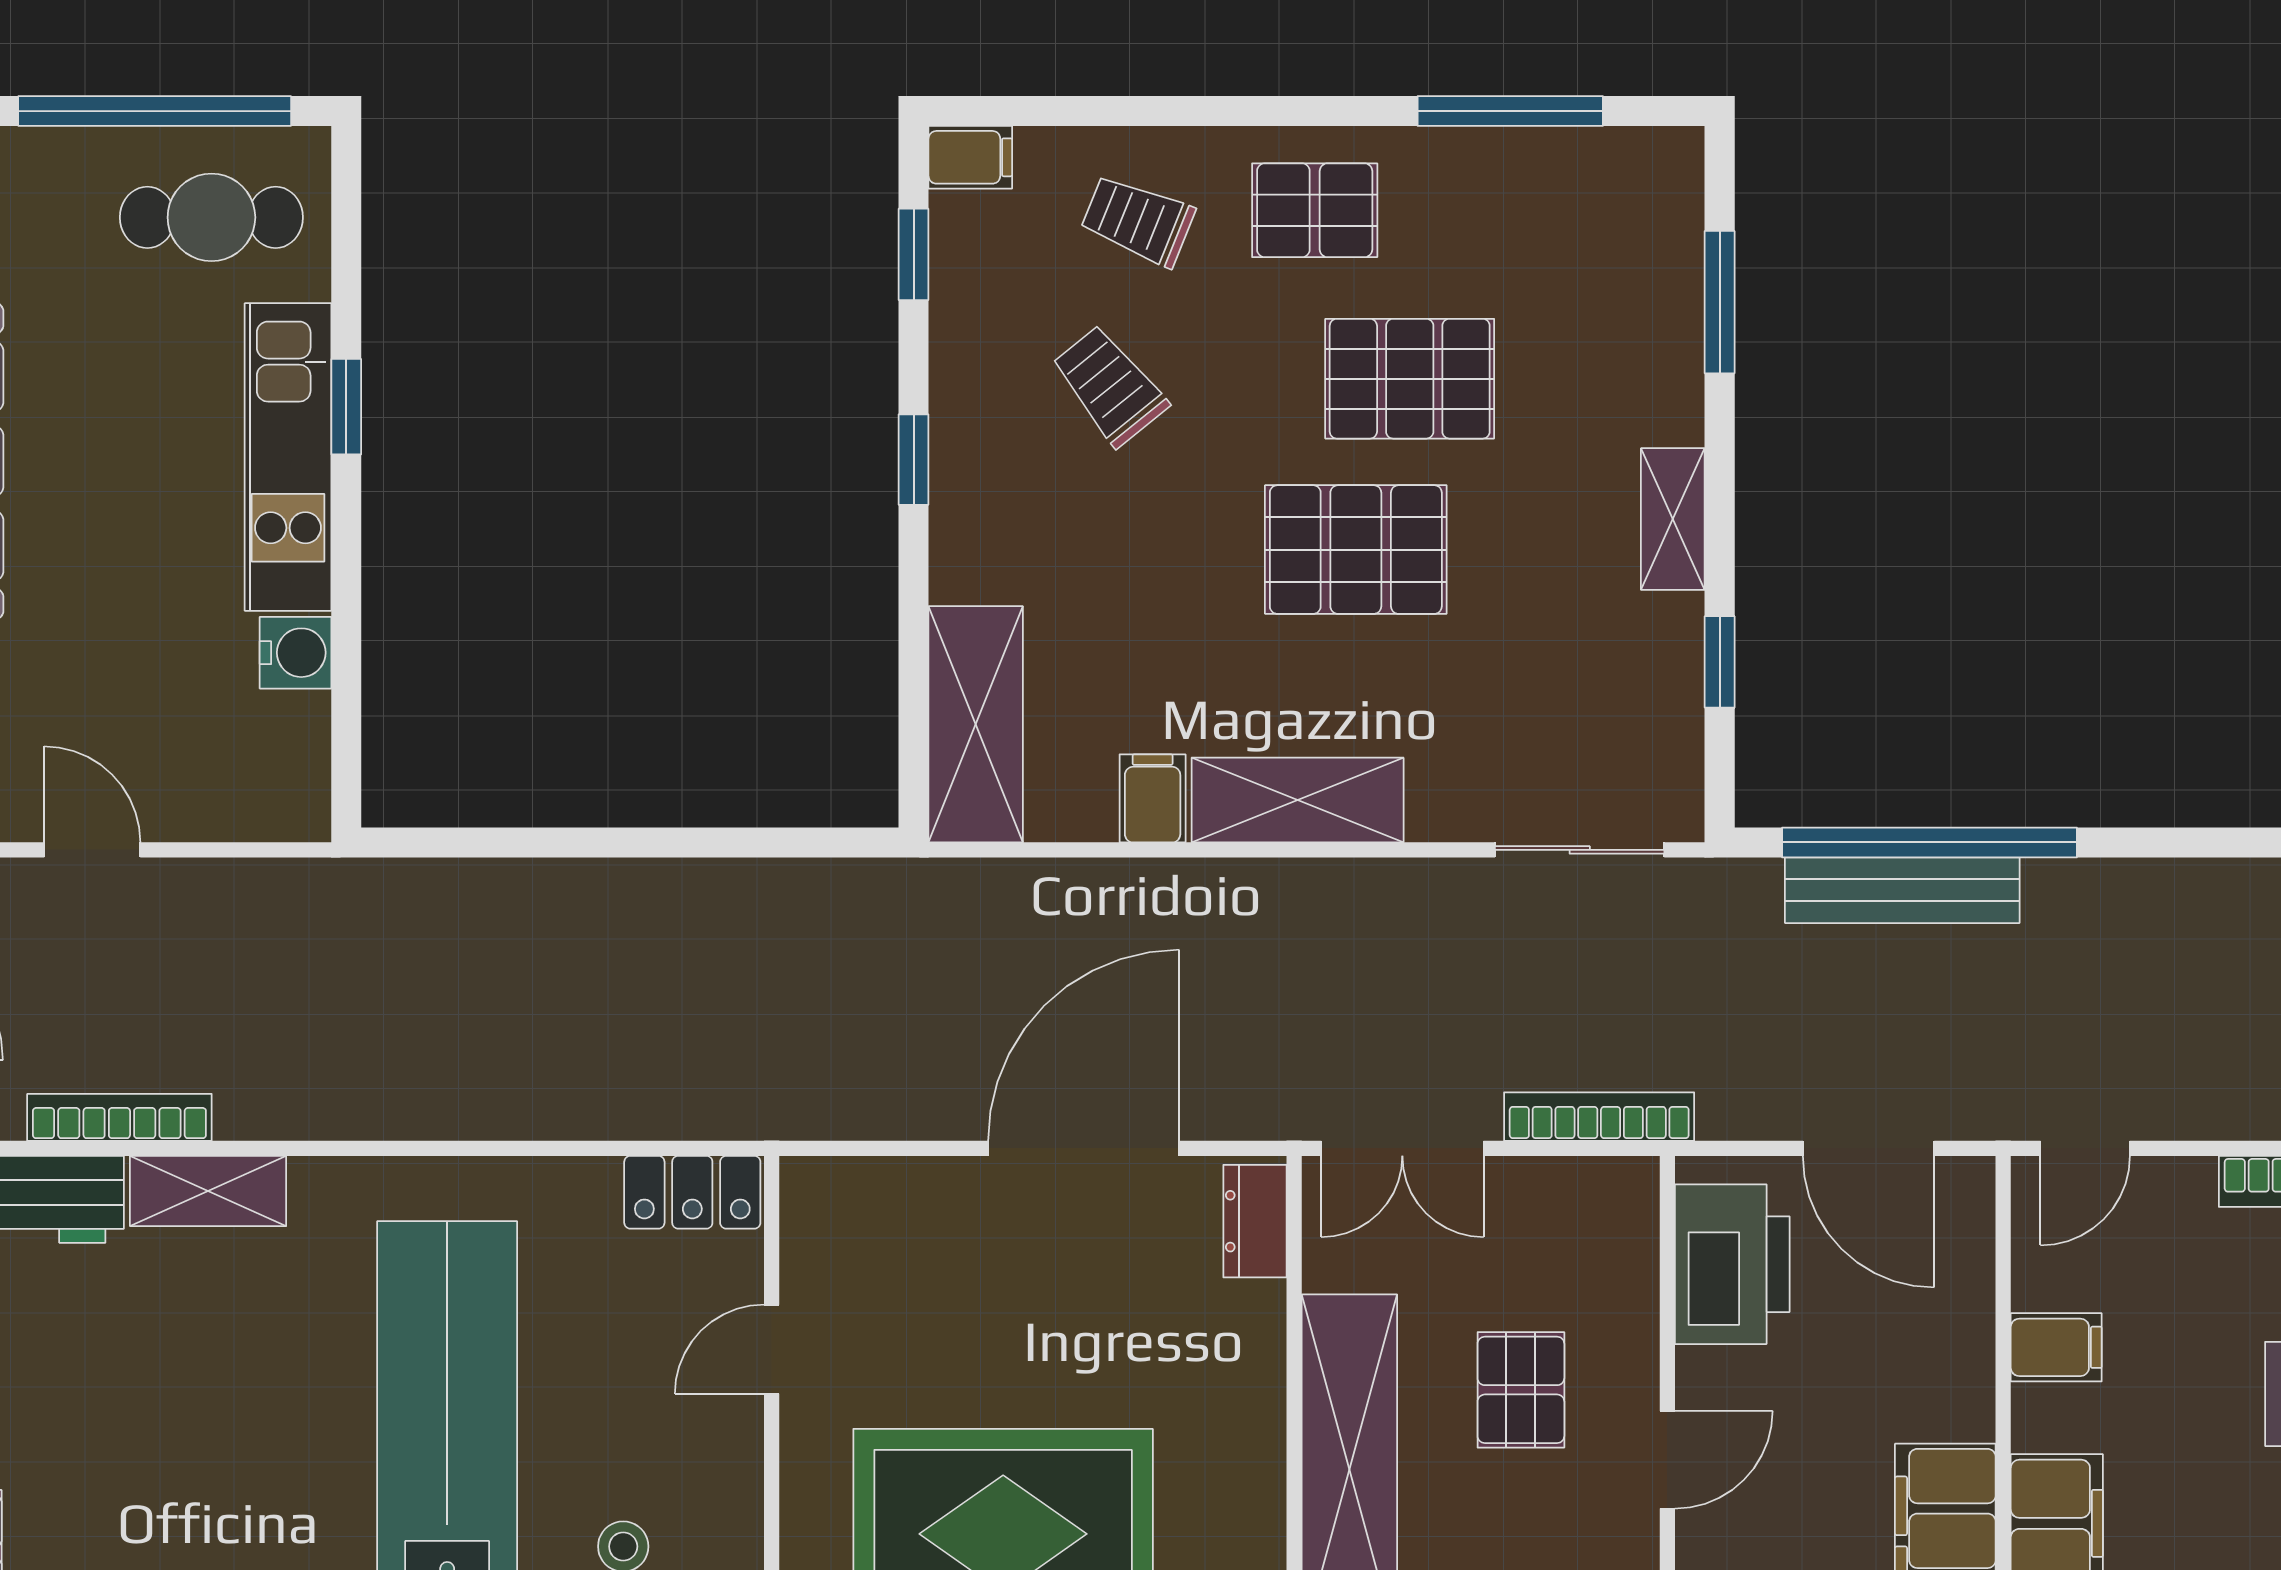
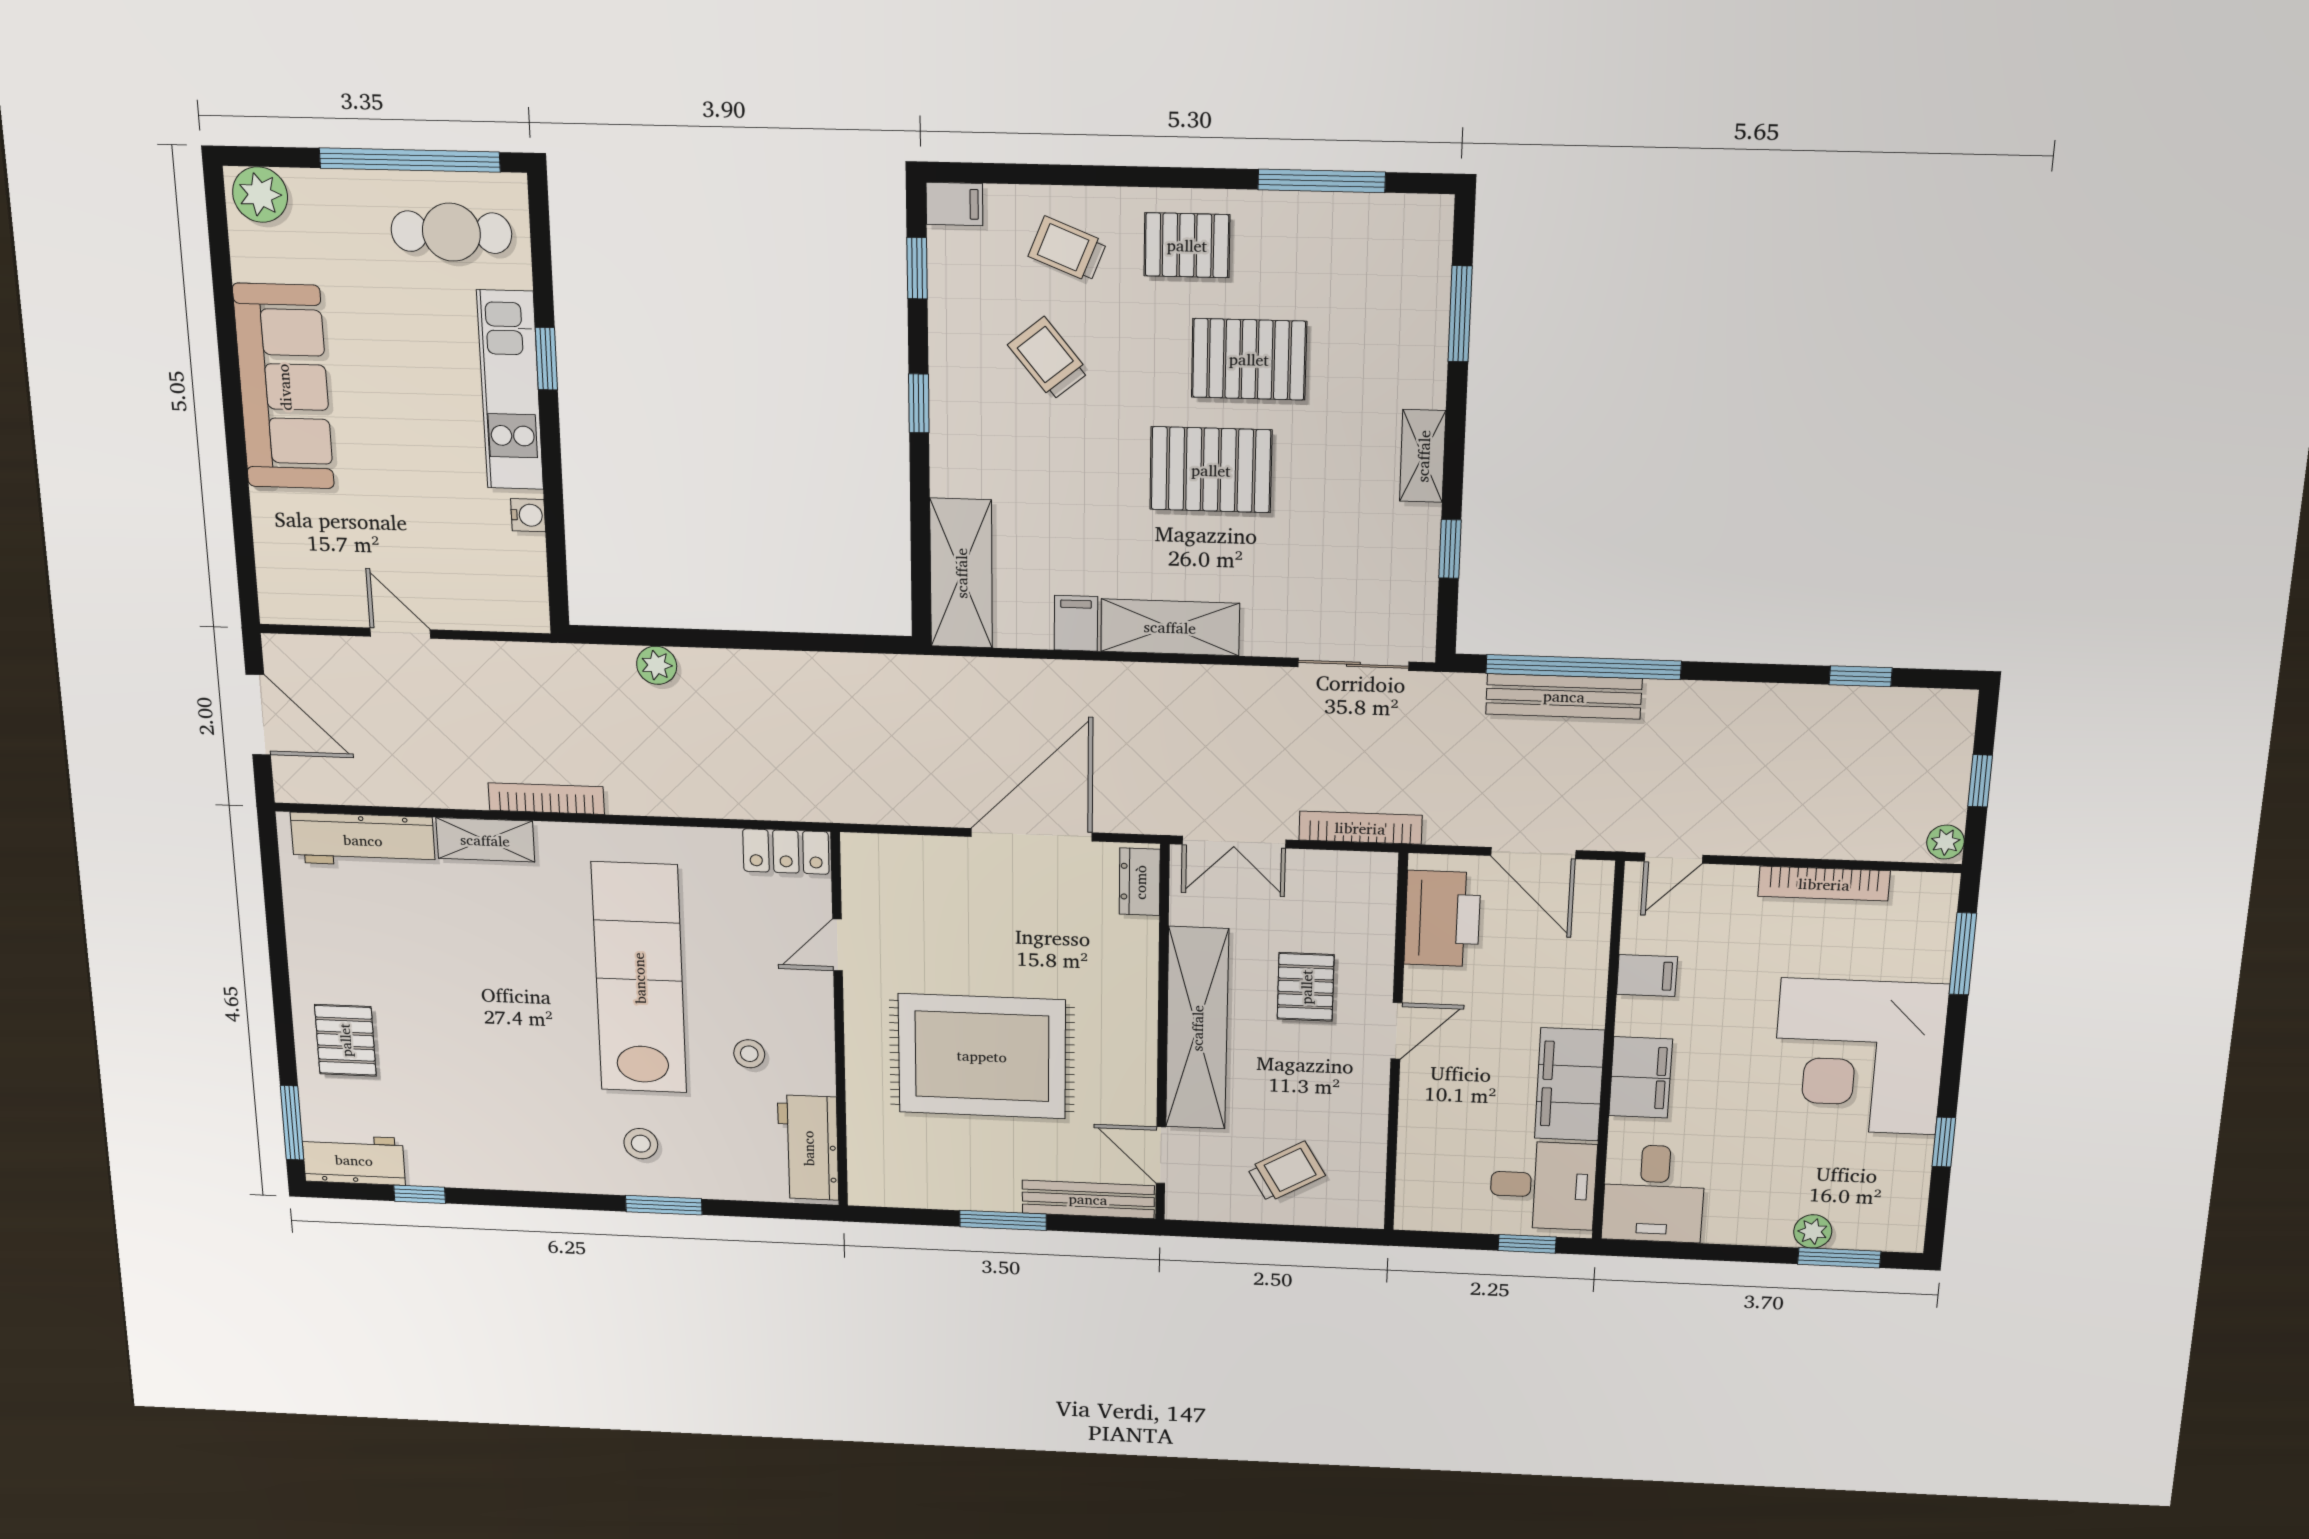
water cooler: (296, 653) -> (528, 515), width x0.72, depth x0.72
plant: (497, 889) -> (657, 665), added
bookcase: (119, 1117) -> (546, 799), moved

